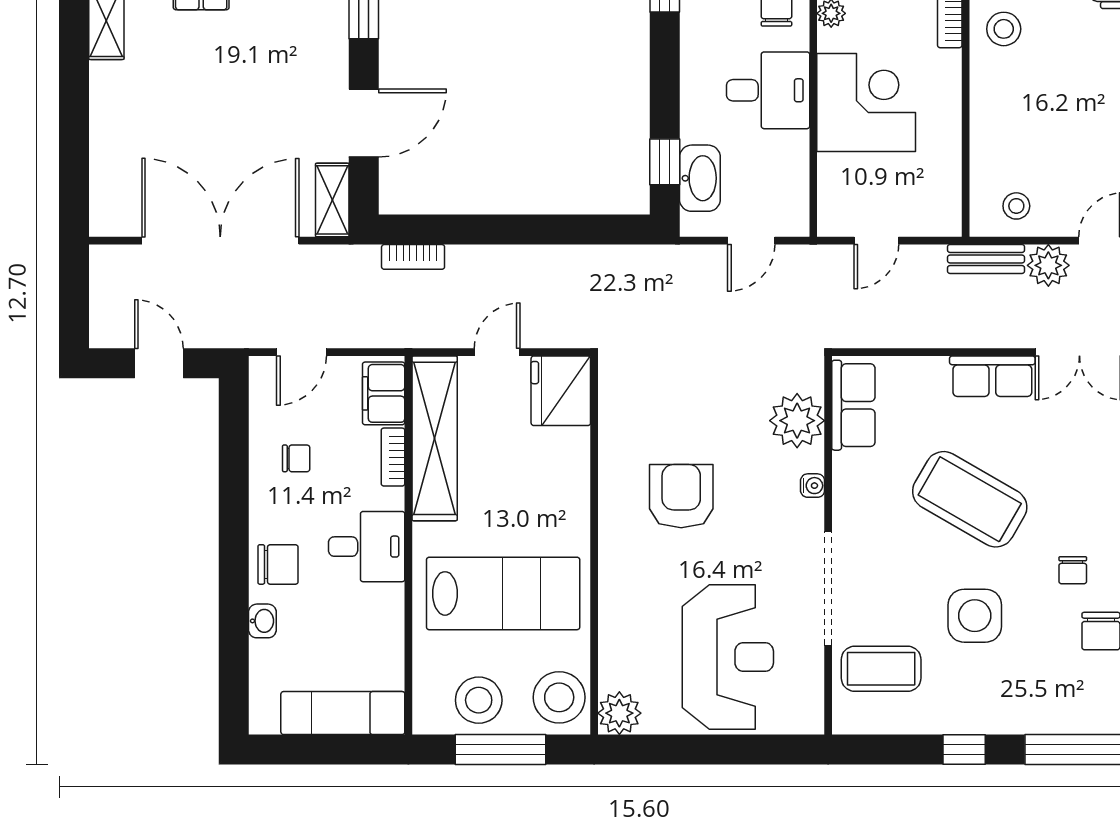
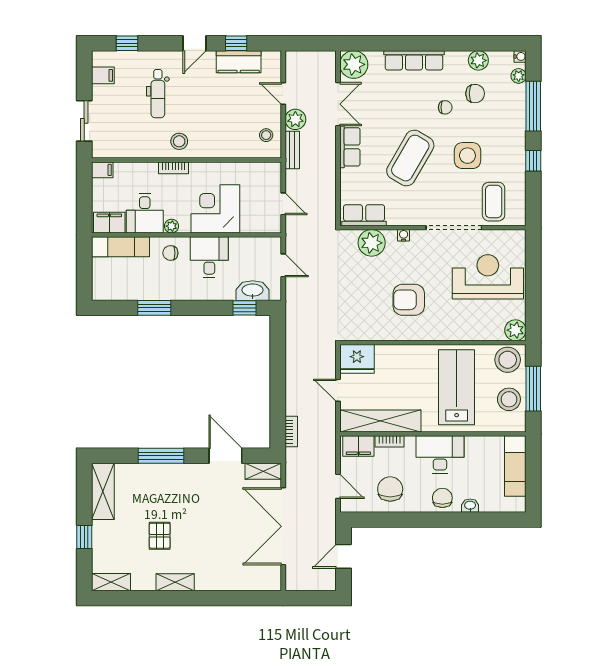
chair: (296, 458) -> (390, 489), width x1.87, depth x1.87
desk: (367, 547) -> (440, 454), width x1.37

